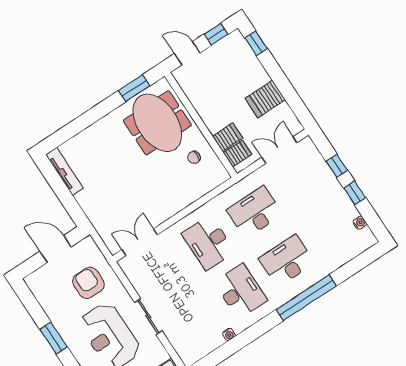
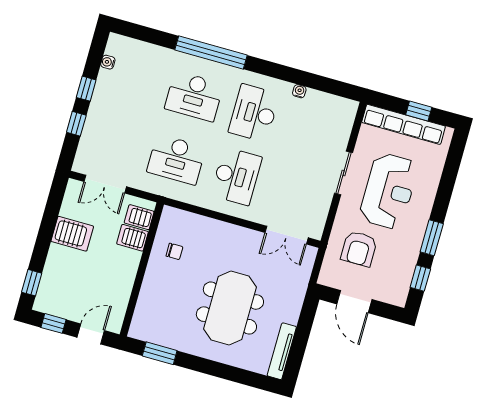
door: (187, 53) -> (91, 334), swing flipped
meeting table: (157, 123) -> (230, 308), moved
window: (33, 307) -> (420, 278), added

